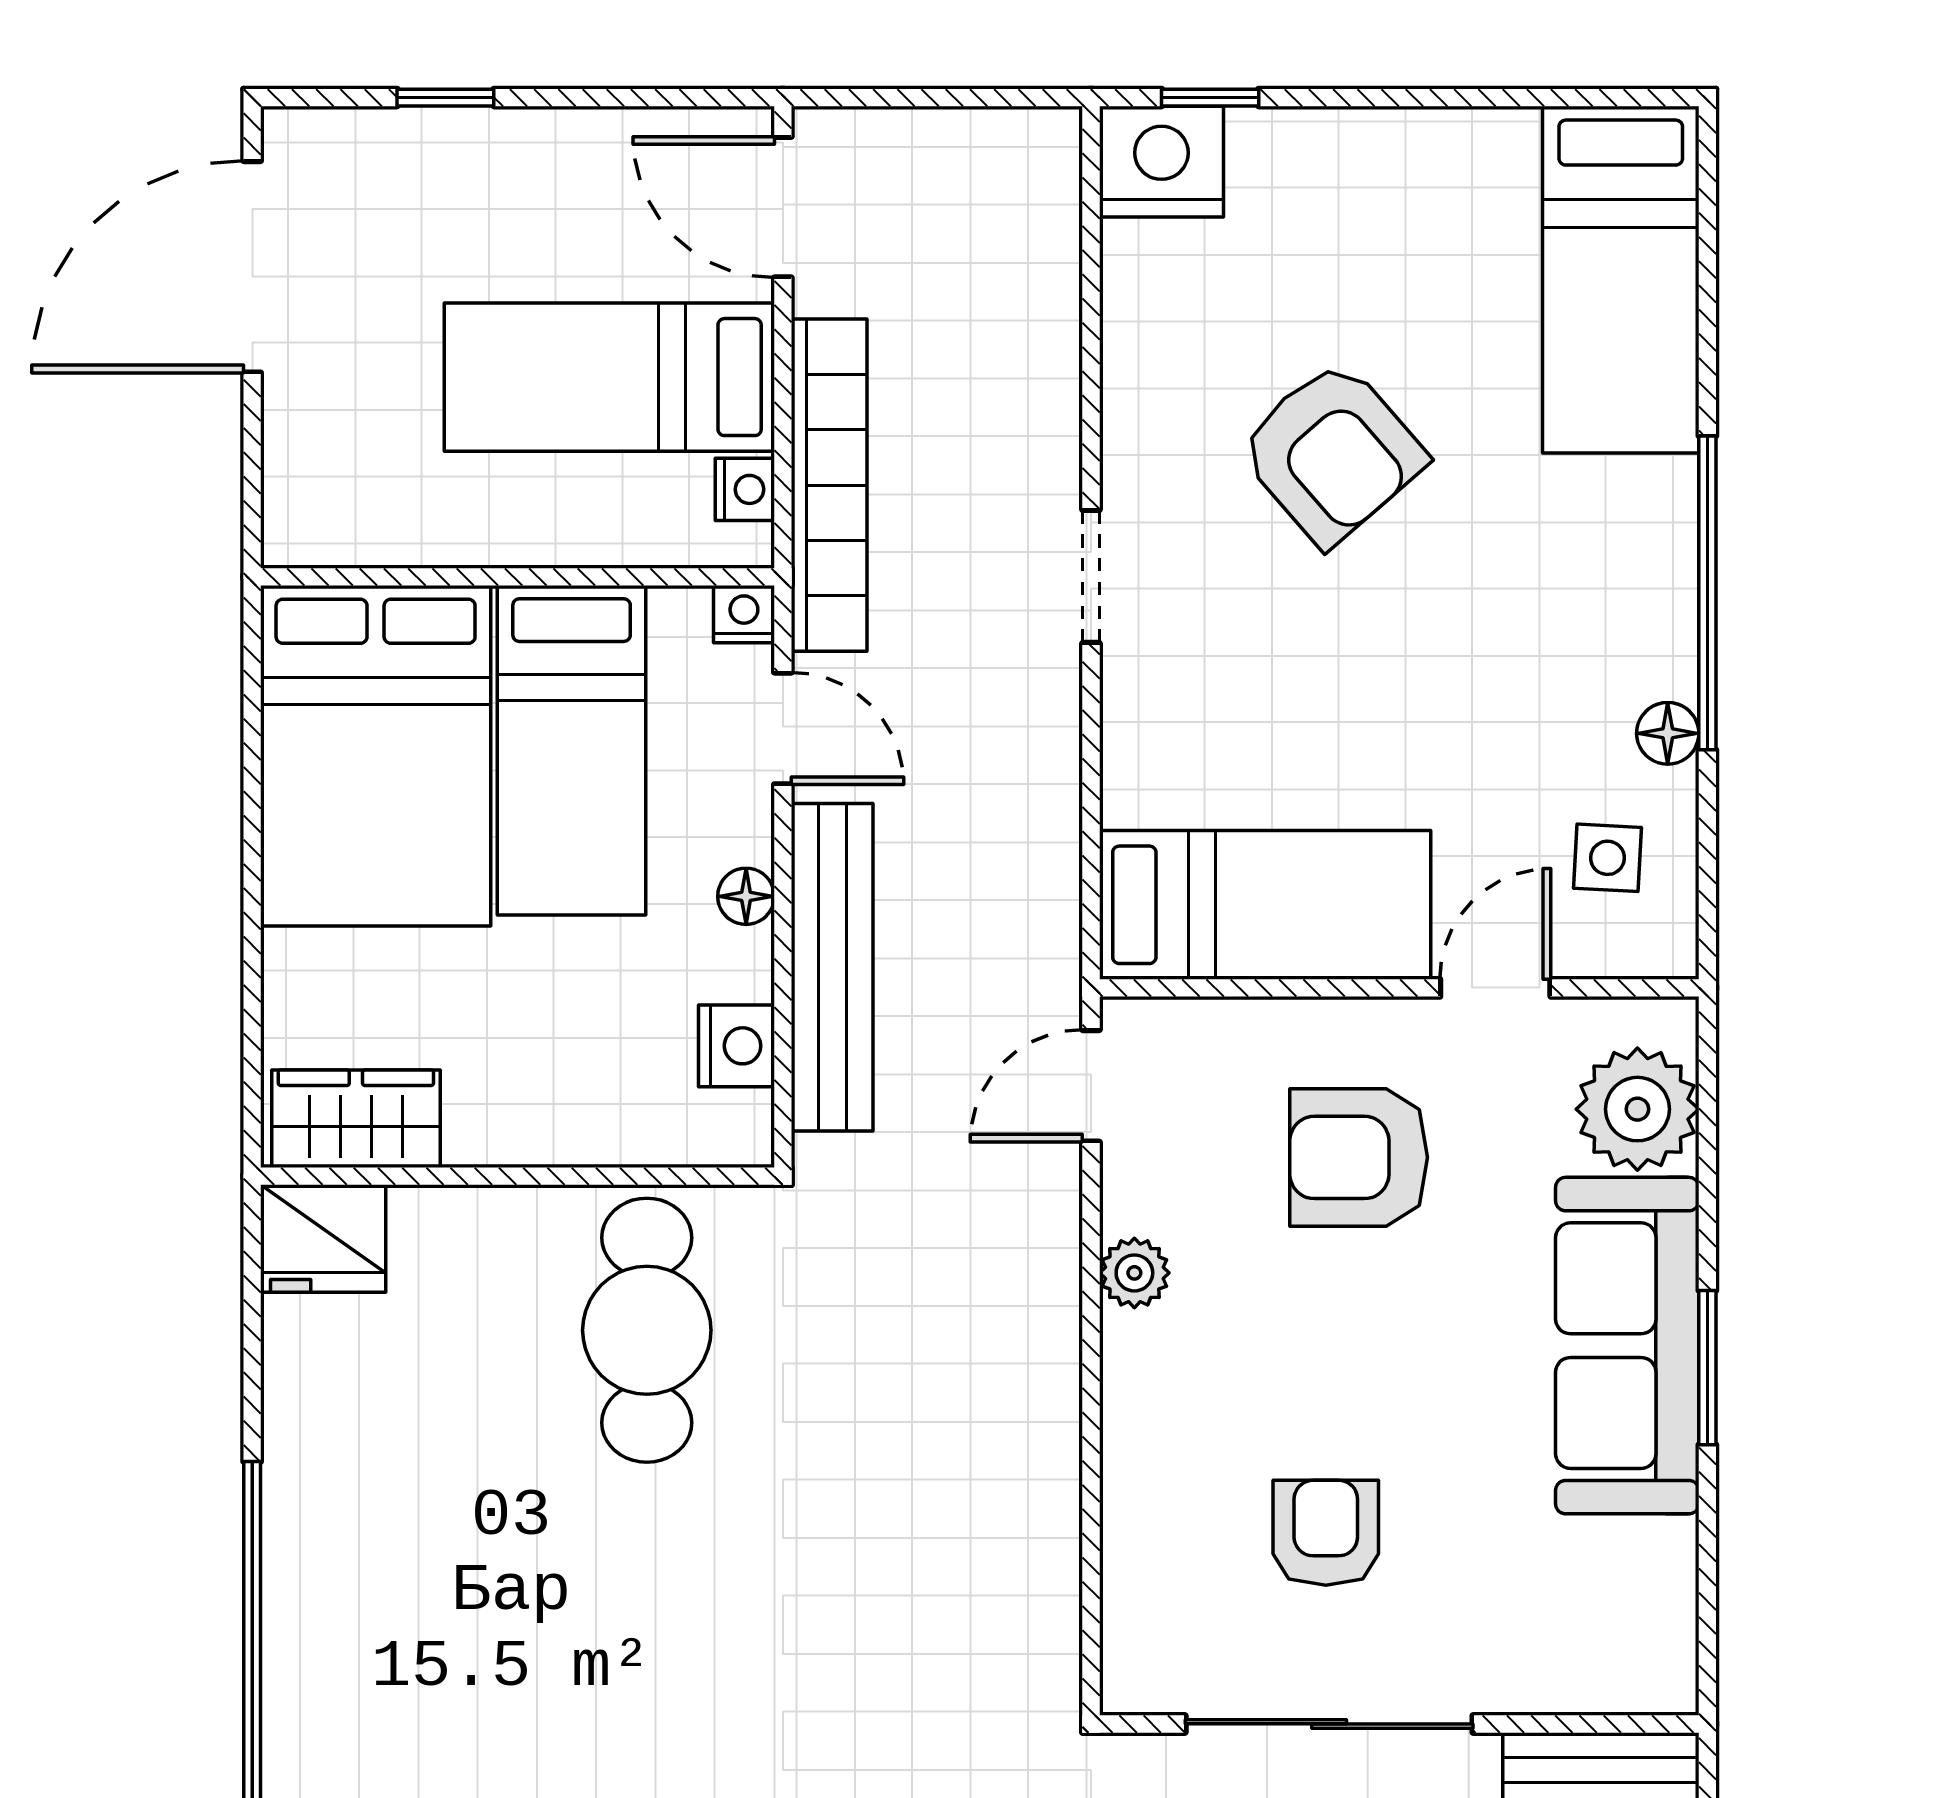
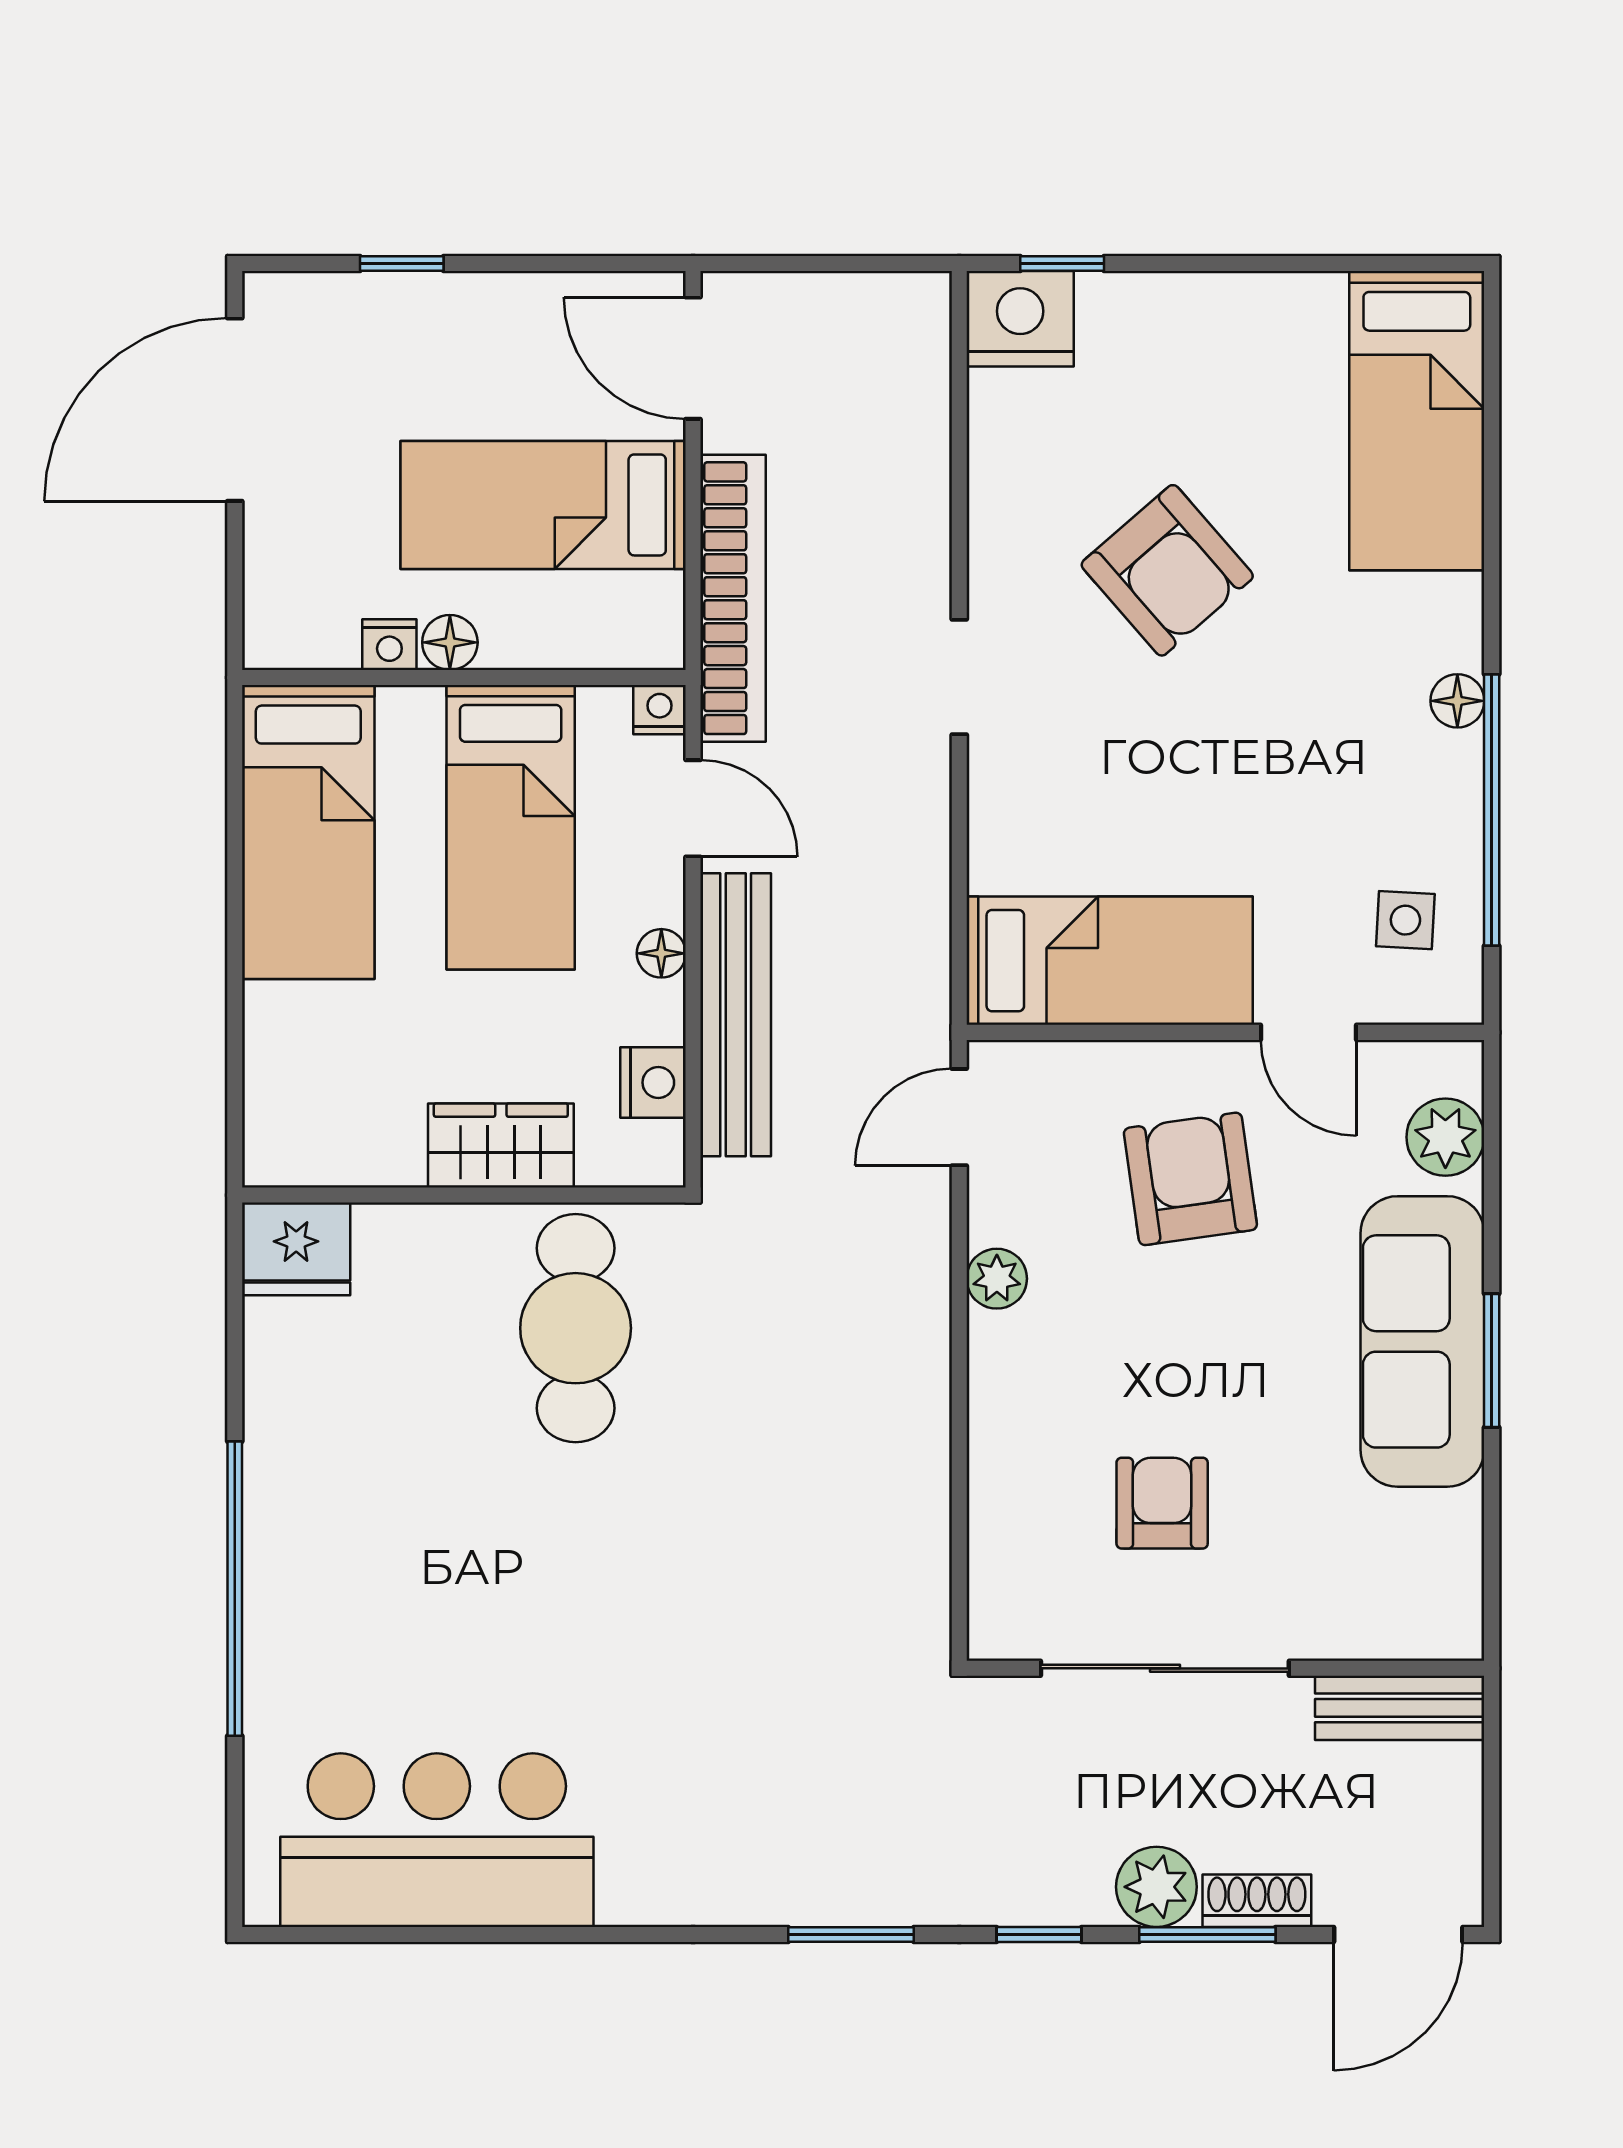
nightstand: (745, 489) -> (389, 645), moved, turned 90
floor lamp: (501, 536) -> (450, 642), added
window: (1707, 593) -> (1492, 810), moved
floor lamp: (1668, 733) -> (1457, 701), moved
bed: (376, 756) -> (308, 832), width x0.67
door: (1495, 988) -> (1309, 1032), swing flipped
plant: (1637, 1109) -> (1445, 1137), width x0.73, depth x0.73
wardrobe: (356, 1119) -> (501, 1146), moved
armchair: (1359, 1157) -> (1190, 1179), turned 82

